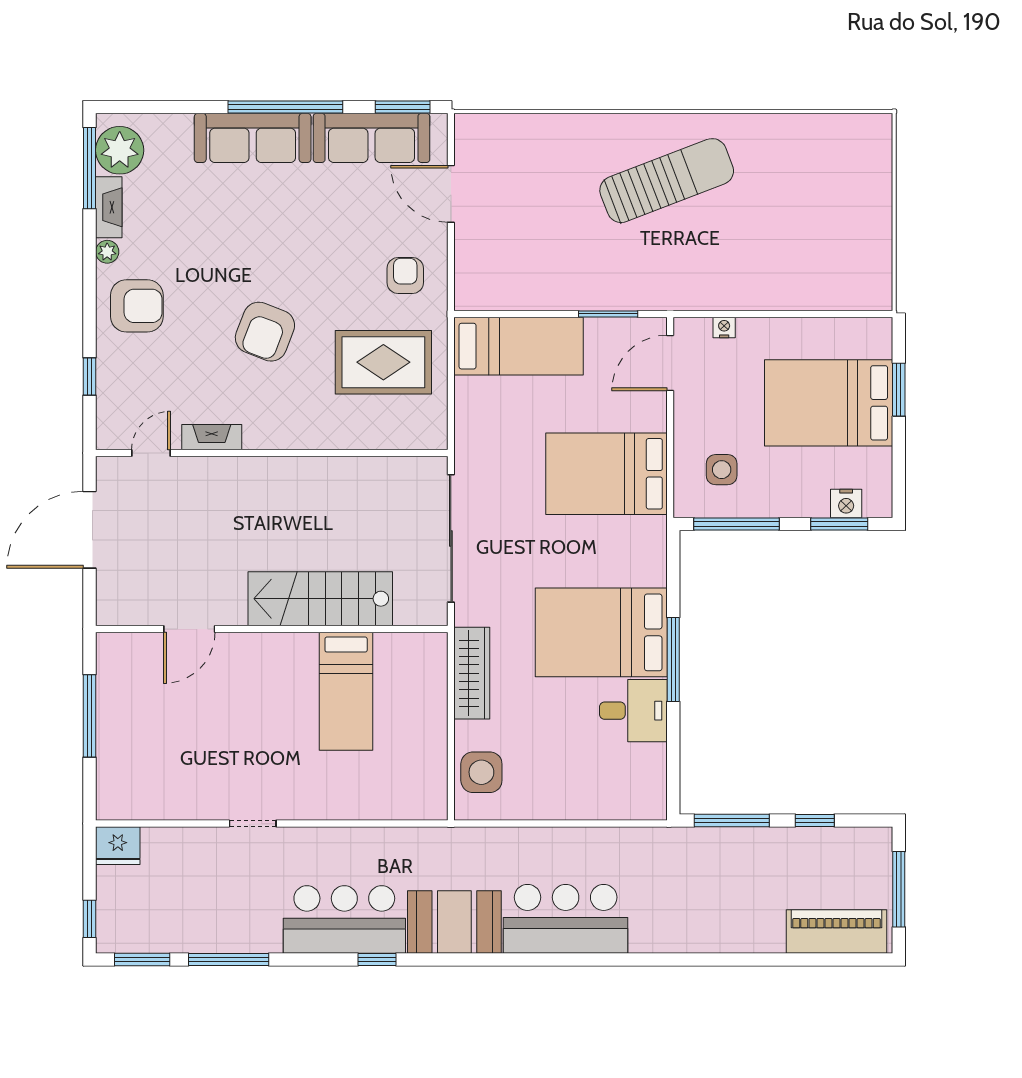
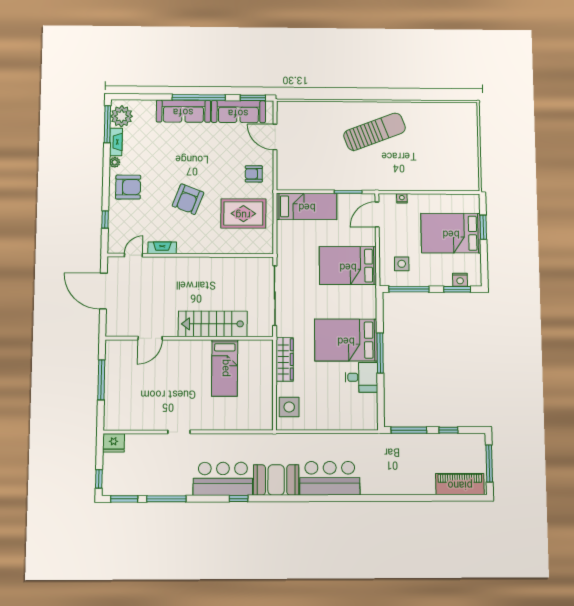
armchair: (405, 276) -> (254, 174), turned -90
door: (90, 530) -> (103, 291), hinge flipped

